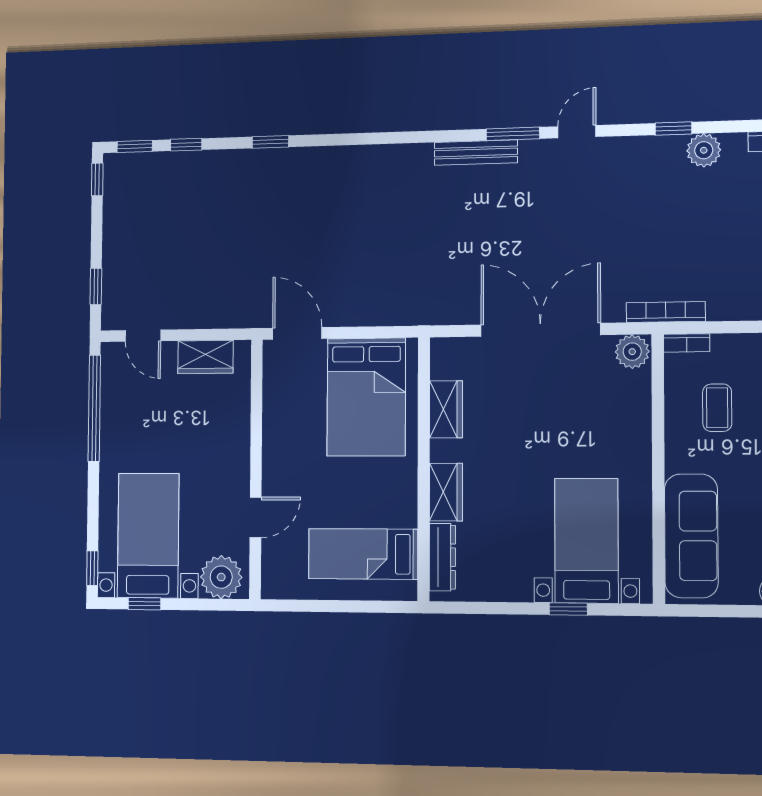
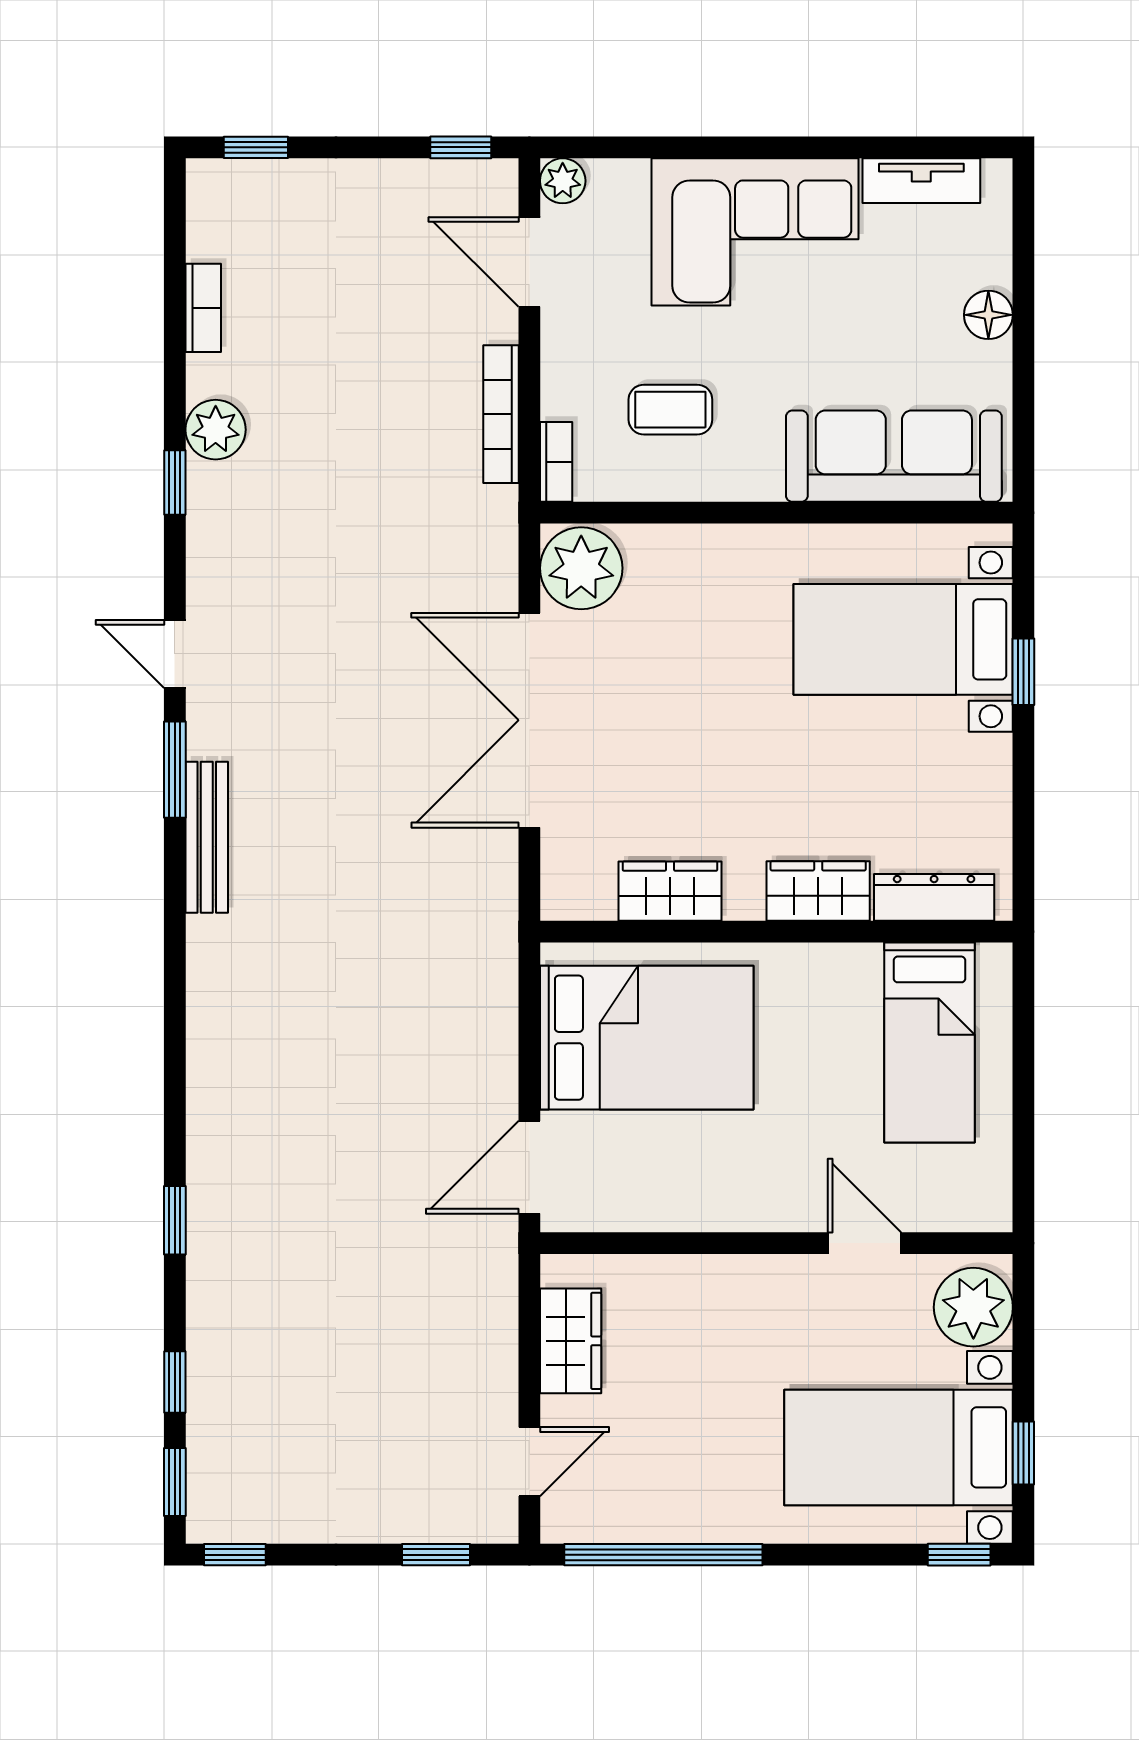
bookcase: (666, 312) -> (501, 414), moved
plant: (632, 352) -> (581, 568), width x1.36, depth x1.36

